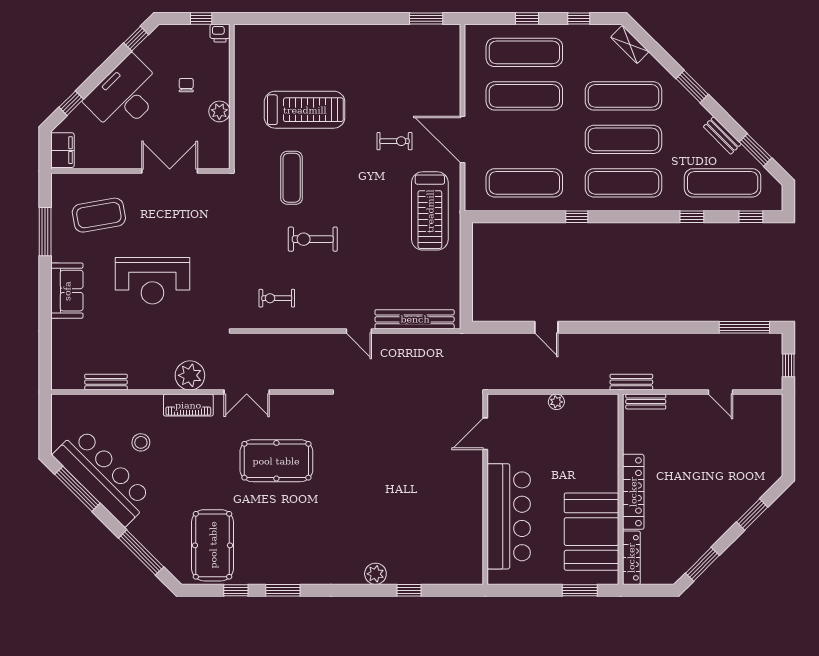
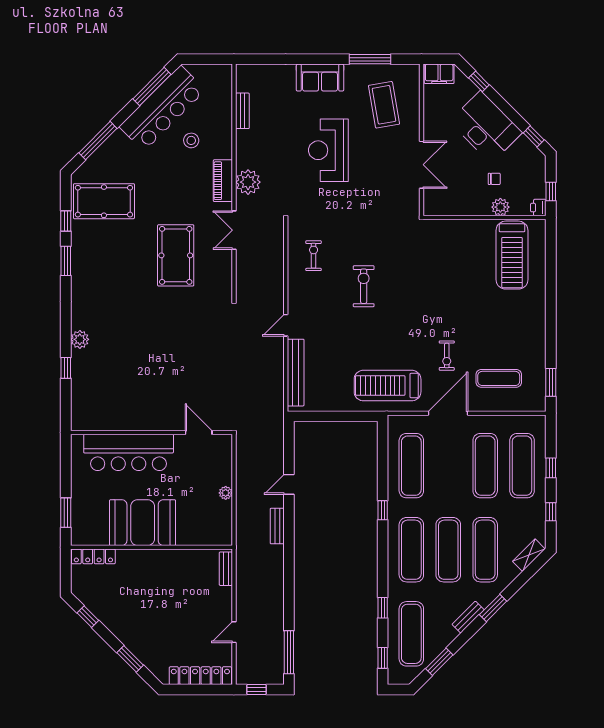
treadmill: (305, 110) -> (512, 255), moved
plant: (219, 111) -> (500, 207), moved
bench: (722, 135) -> (468, 617), moved
exercise mat: (292, 178) -> (499, 378), moved
bench: (631, 382) -> (277, 526), moved
locker: (633, 492) -> (200, 676), moved, turned 180
booth: (592, 532) -> (143, 523), moved
window: (702, 564) -> (88, 617), width x0.67

